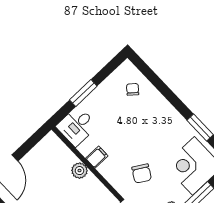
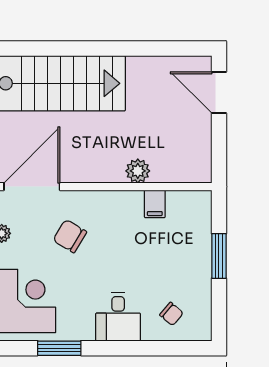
desk: (77, 126) -> (118, 317), moved, turned 180
filing cabinet: (97, 157) -> (155, 204), moved

